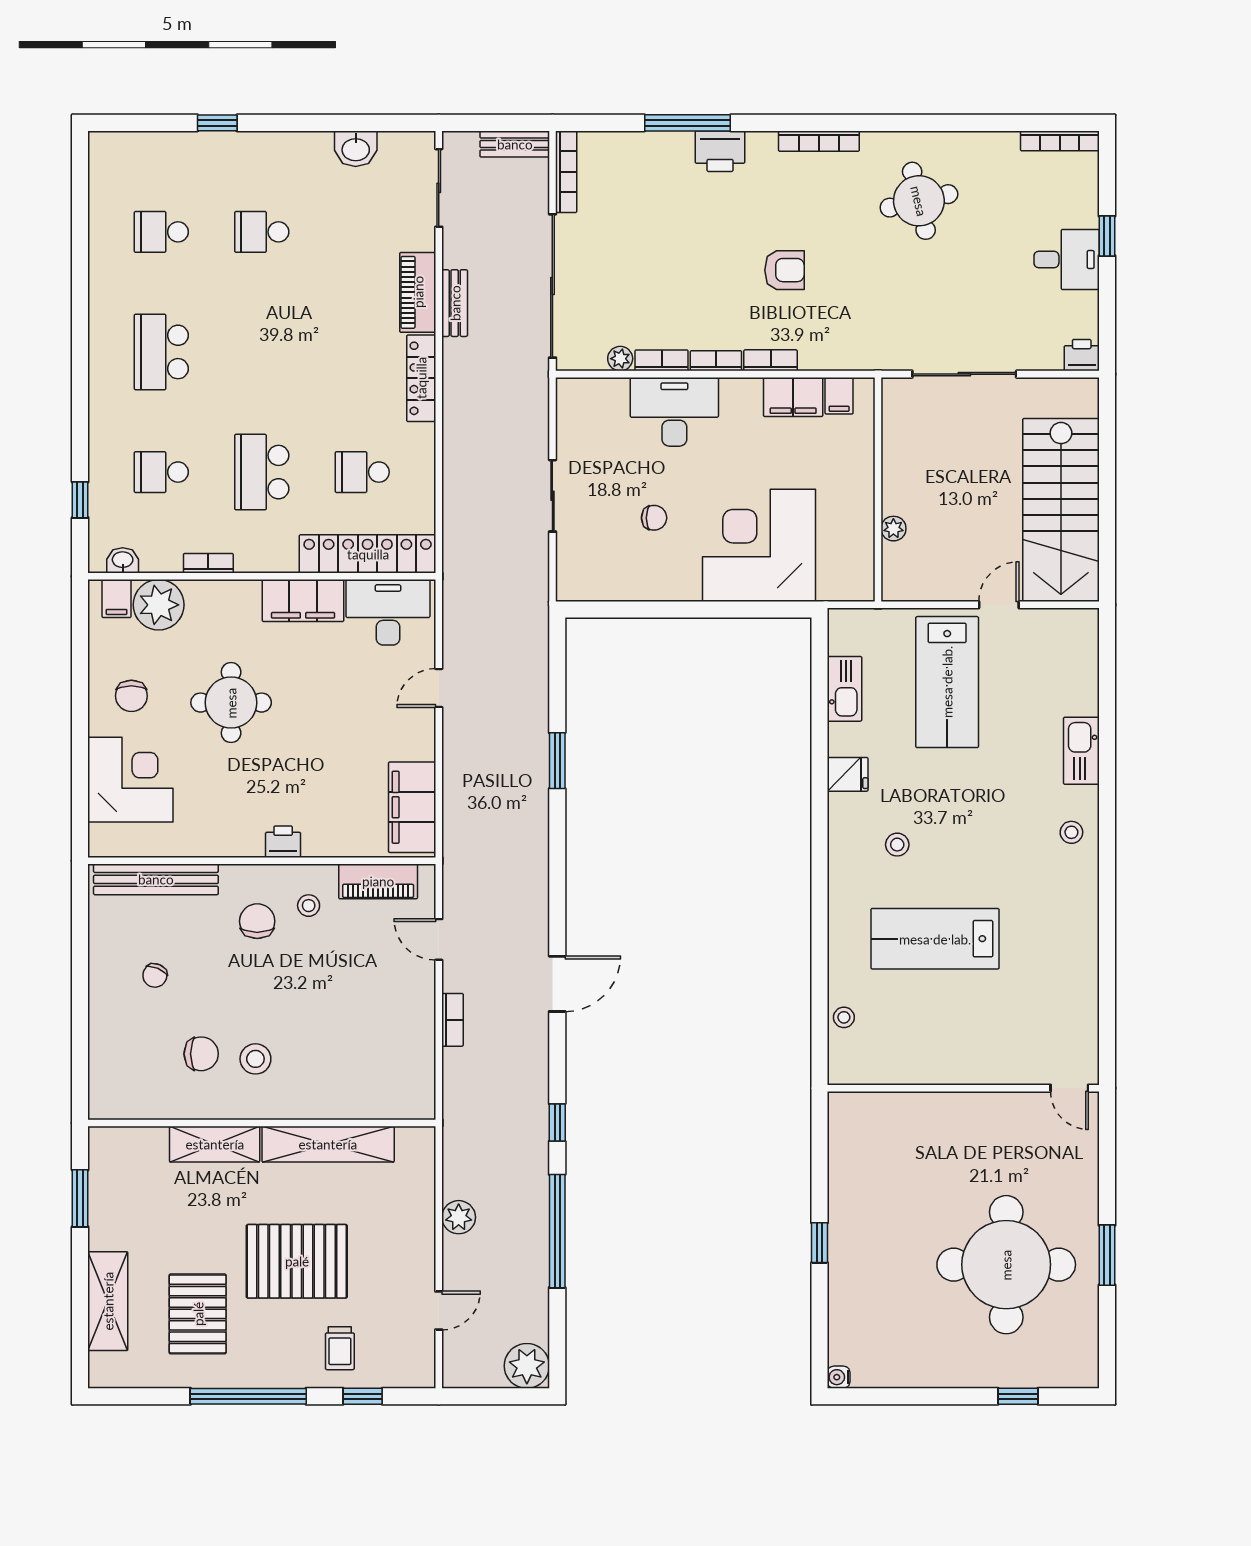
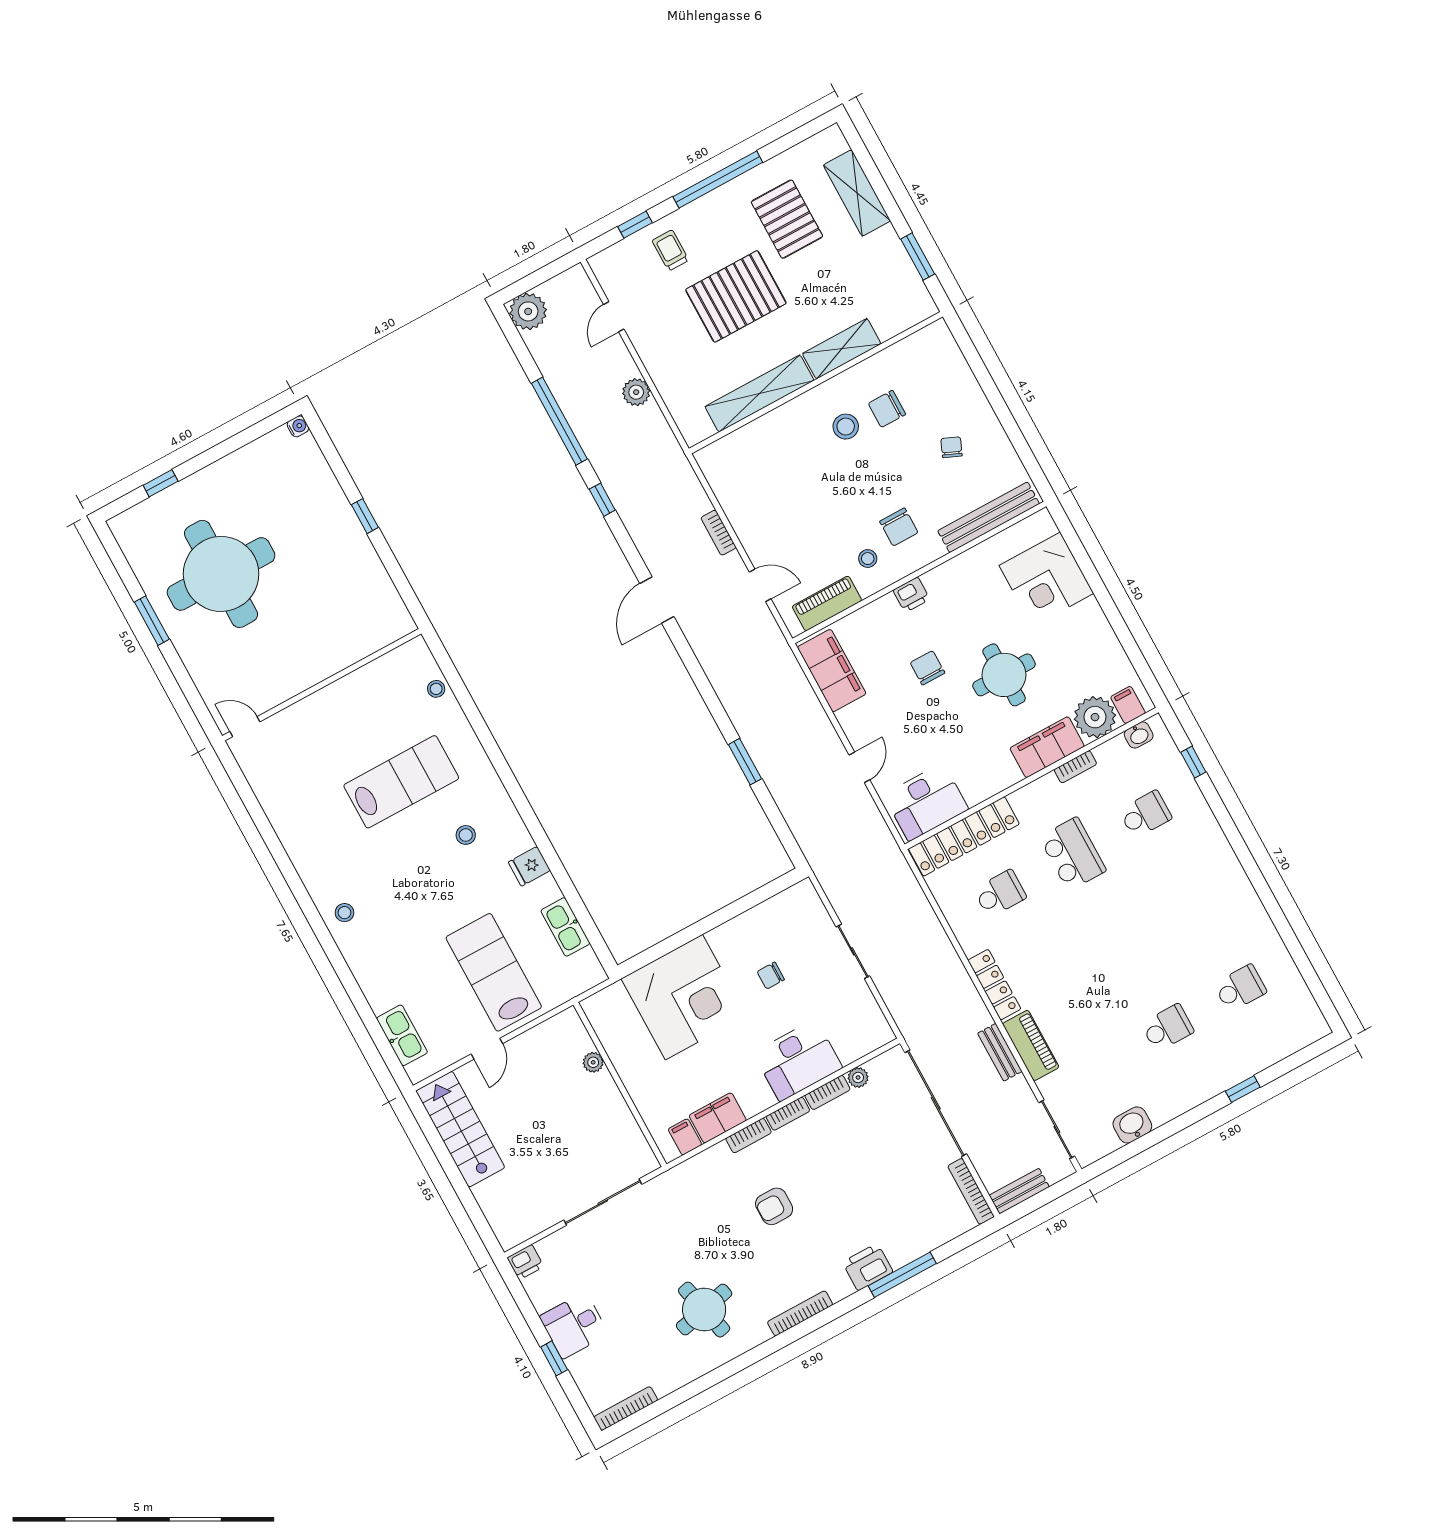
school desk: (161, 352) -> (1193, 901), removed
stairs: (1061, 510) -> (460, 1129), width x0.73, depth x0.66
filing cabinet: (303, 601) -> (1047, 747), moved
chair: (131, 696) -> (927, 668), moved
kitchen sink: (1081, 751) -> (402, 1035), moved

